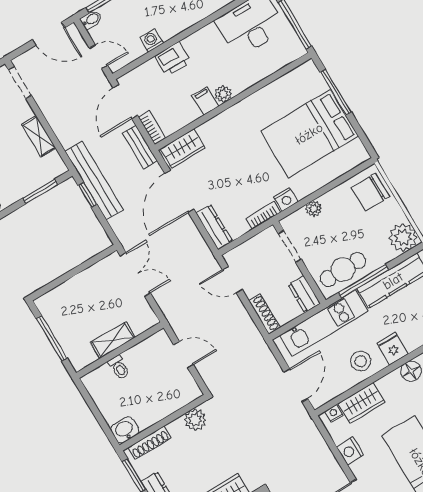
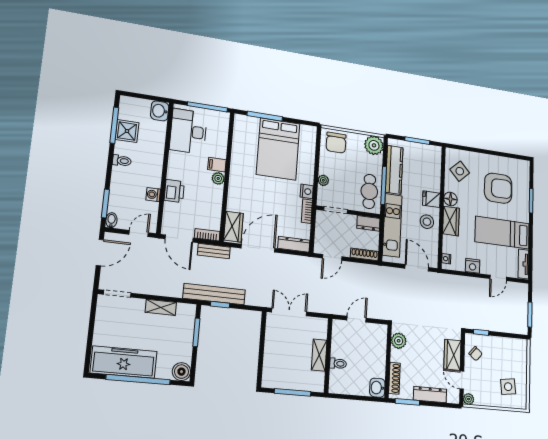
filing cabinet: (205, 101) -> (217, 165), moved
door: (179, 191) -> (258, 248), swing flipped
wardrobe: (362, 403) -> (451, 221), moved

